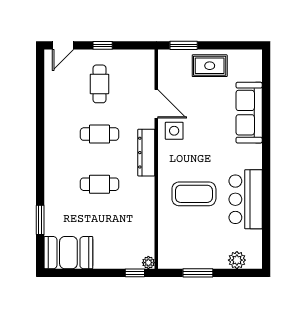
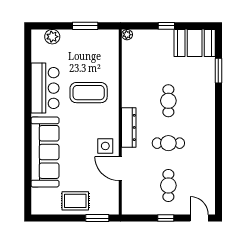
door: (63, 45) -> (199, 218), hinge flipped
sofa: (249, 113) -> (45, 152), width x1.36, depth x1.27
cafe table: (99, 184) -> (168, 101), turned 90
window: (135, 273) -> (166, 26), moved

